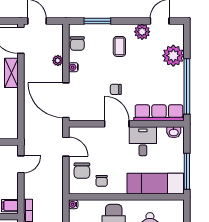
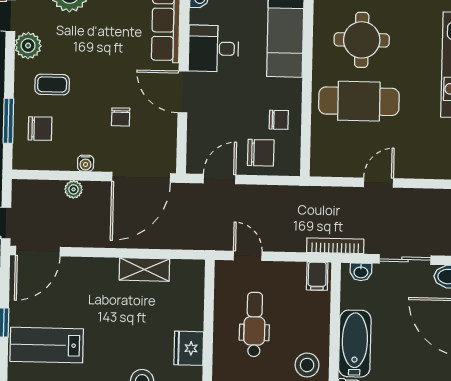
chair: (77, 43) -> (40, 129), moved
shelving: (11, 73) -> (144, 270), moved
chair: (116, 89) -> (121, 117), moved
door: (117, 124) -> (183, 92), hinge flipped
water cooler: (73, 204) -> (317, 169), removed

